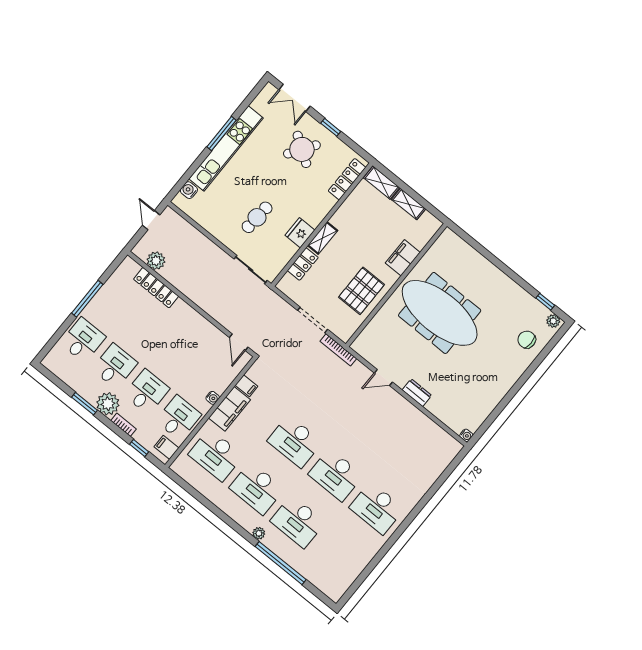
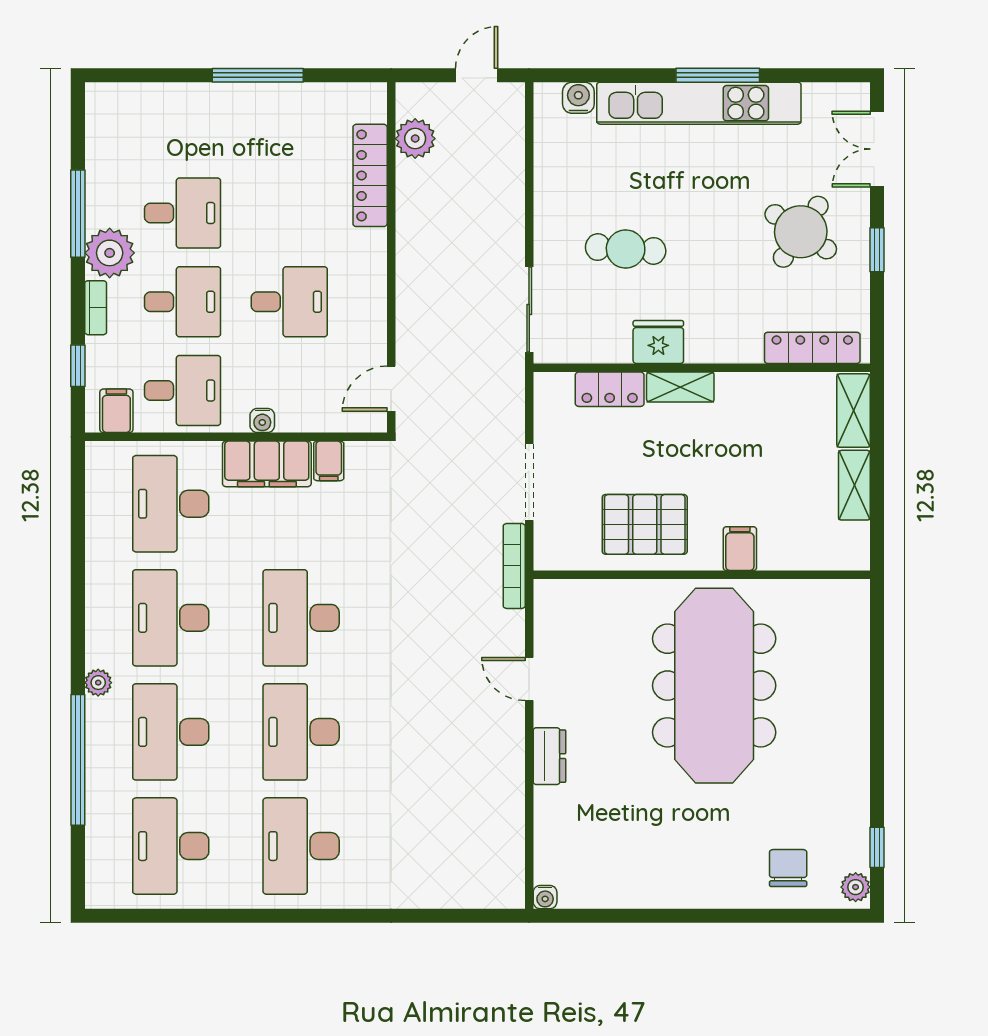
filing cabinet: (403, 258) -> (740, 549), width x0.50
desk: (83, 340) -> (289, 302), moved
window: (84, 404) -> (78, 214), width x1.44
desk: (339, 555) -> (171, 846), added

